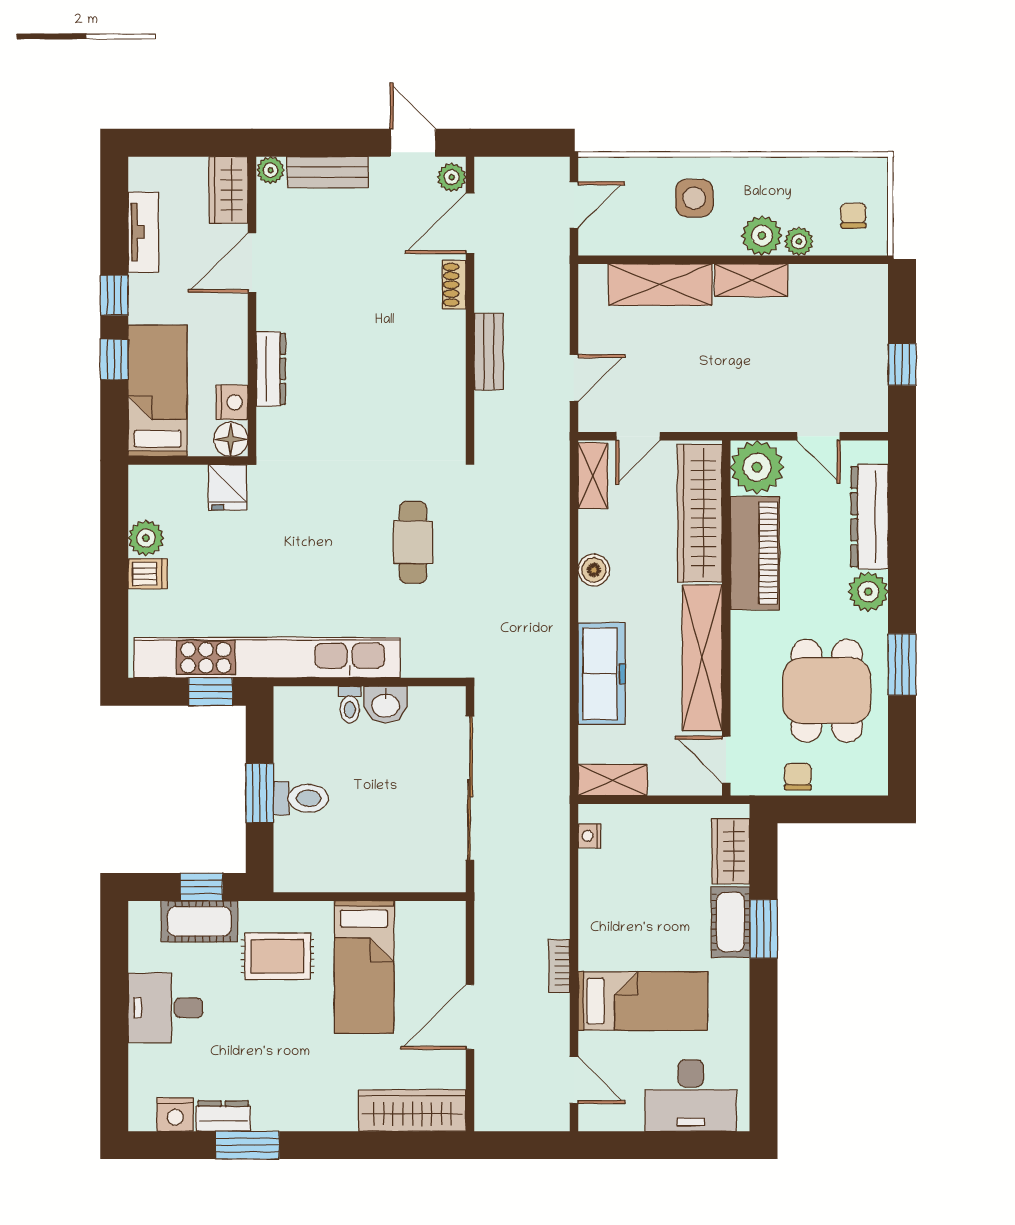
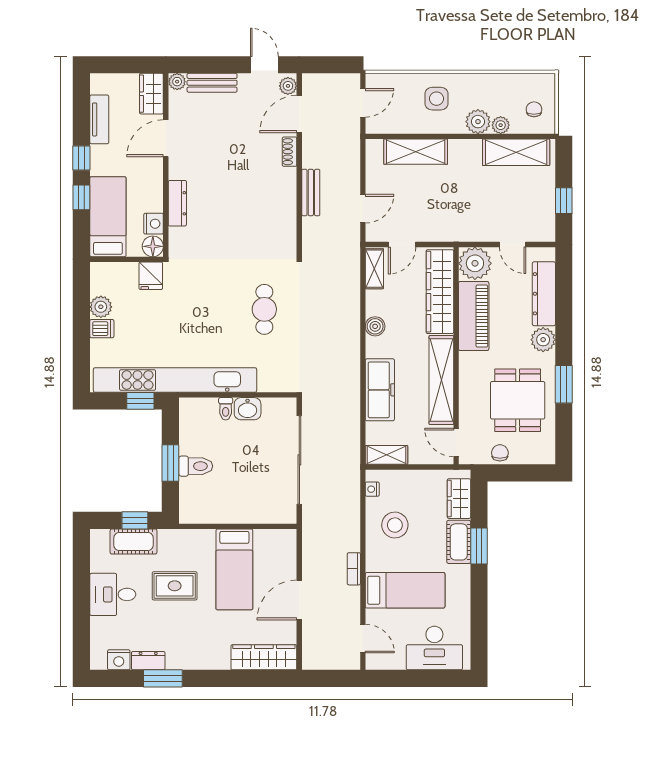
shelving: (751, 280) -> (516, 152), moved, width x1.50, depth x1.33
stool: (626, 895) -> (395, 525), added
rug: (278, 956) -> (175, 586), moved

